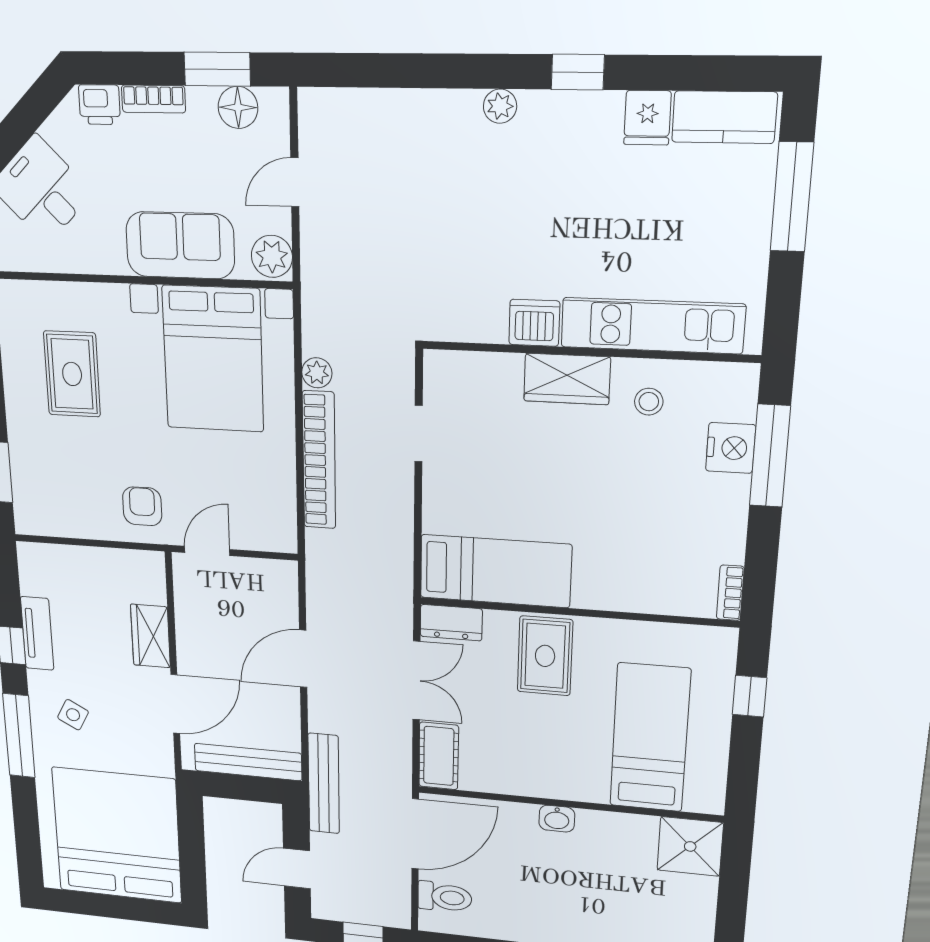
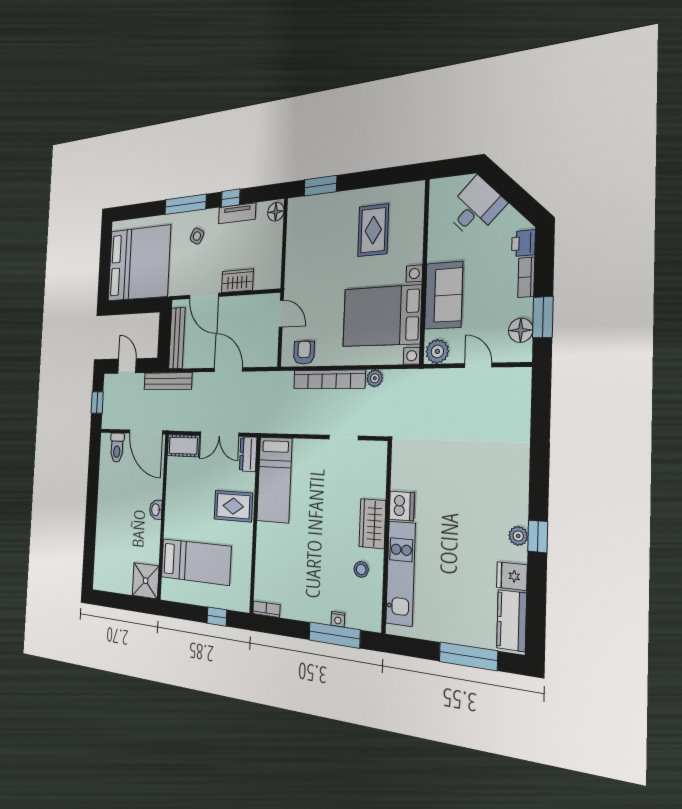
plant: (500, 106) -> (518, 536), moved
rug: (72, 374) -> (373, 230), turned 90
nightstand: (731, 448) -> (338, 619), width x0.53, depth x0.56
armchair: (142, 506) -> (304, 353), moved, turned -90
floor lamp: (37, 558) -> (276, 212), added

